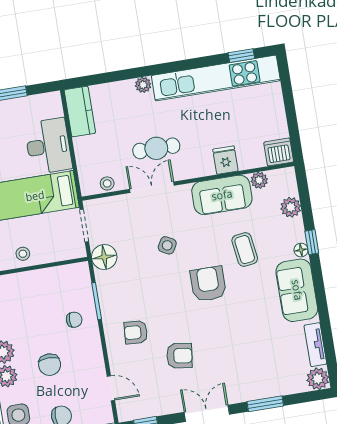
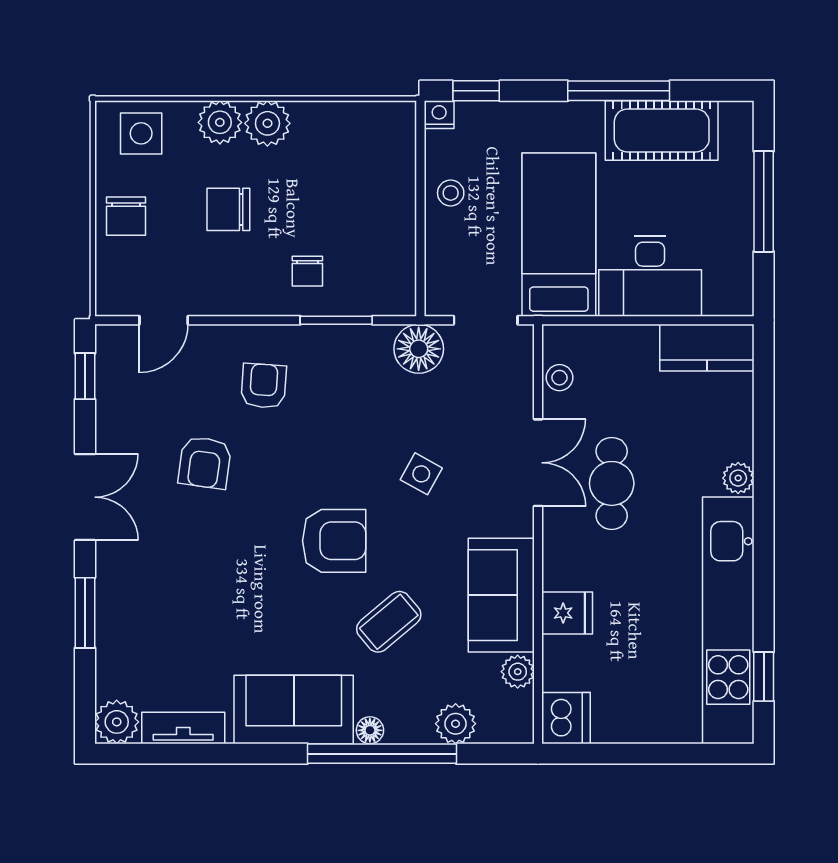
window: (312, 242) -> (382, 754), width x3.17
coffee table: (245, 250) -> (389, 622), turned -32

